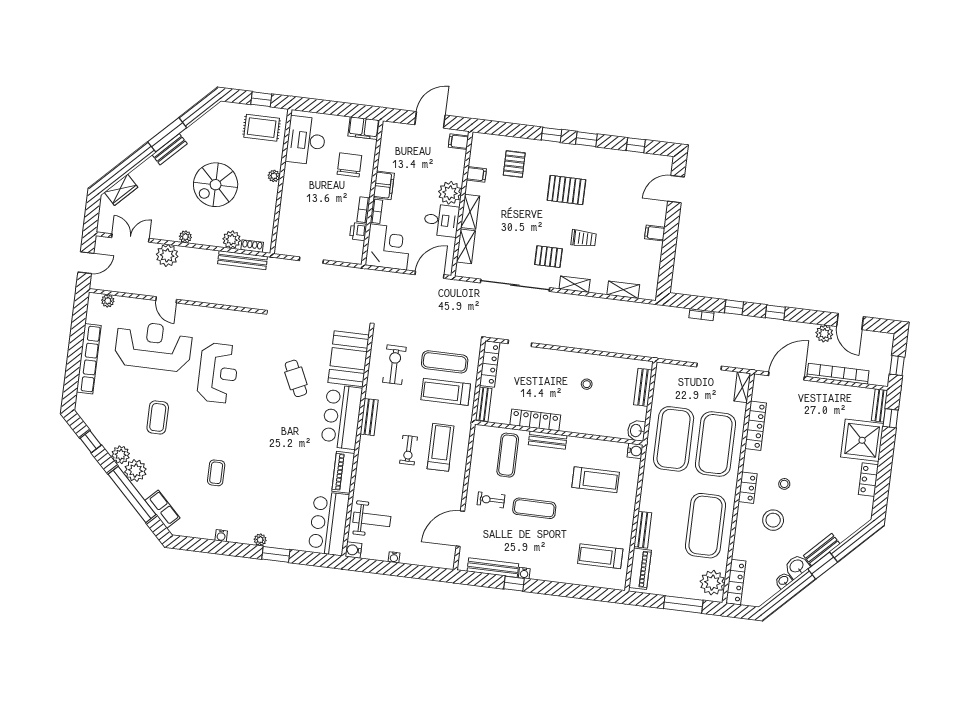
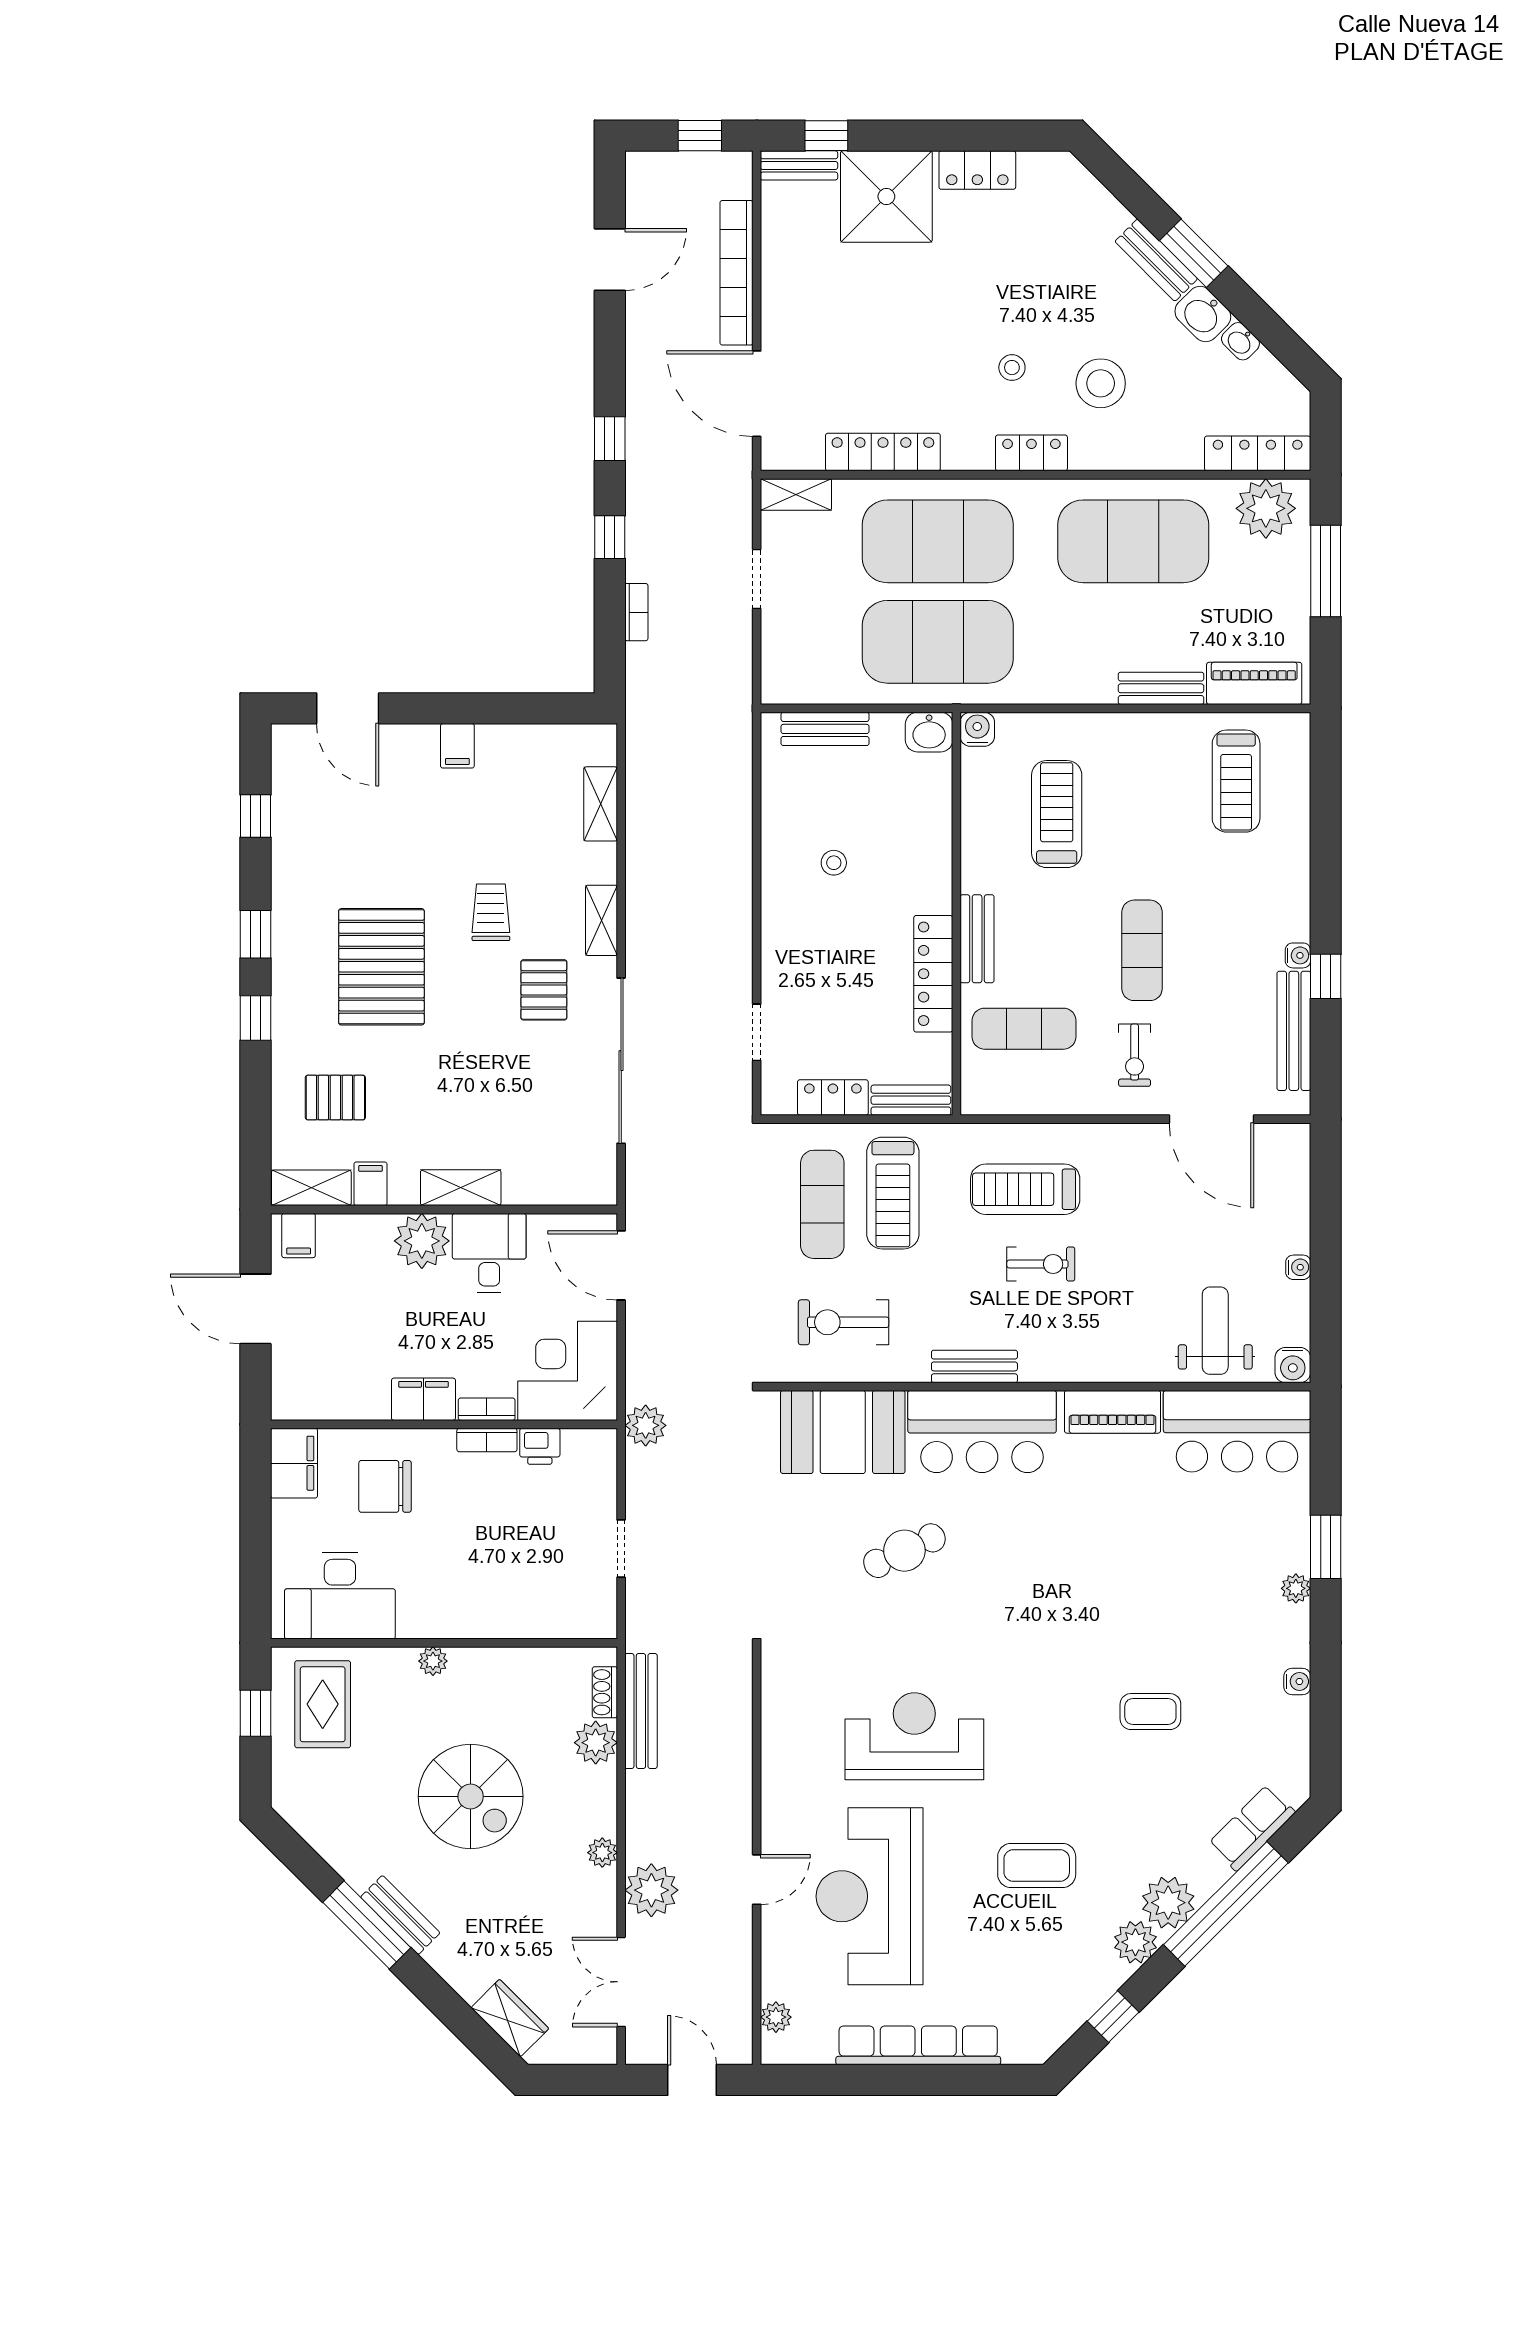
pallet: (566, 190) -> (381, 967), width x1.37, depth x1.41
shelving: (466, 246) -> (311, 1188), moved
plant: (824, 334) -> (646, 1425), moved
locker: (490, 364) -> (833, 1097), width x0.66

